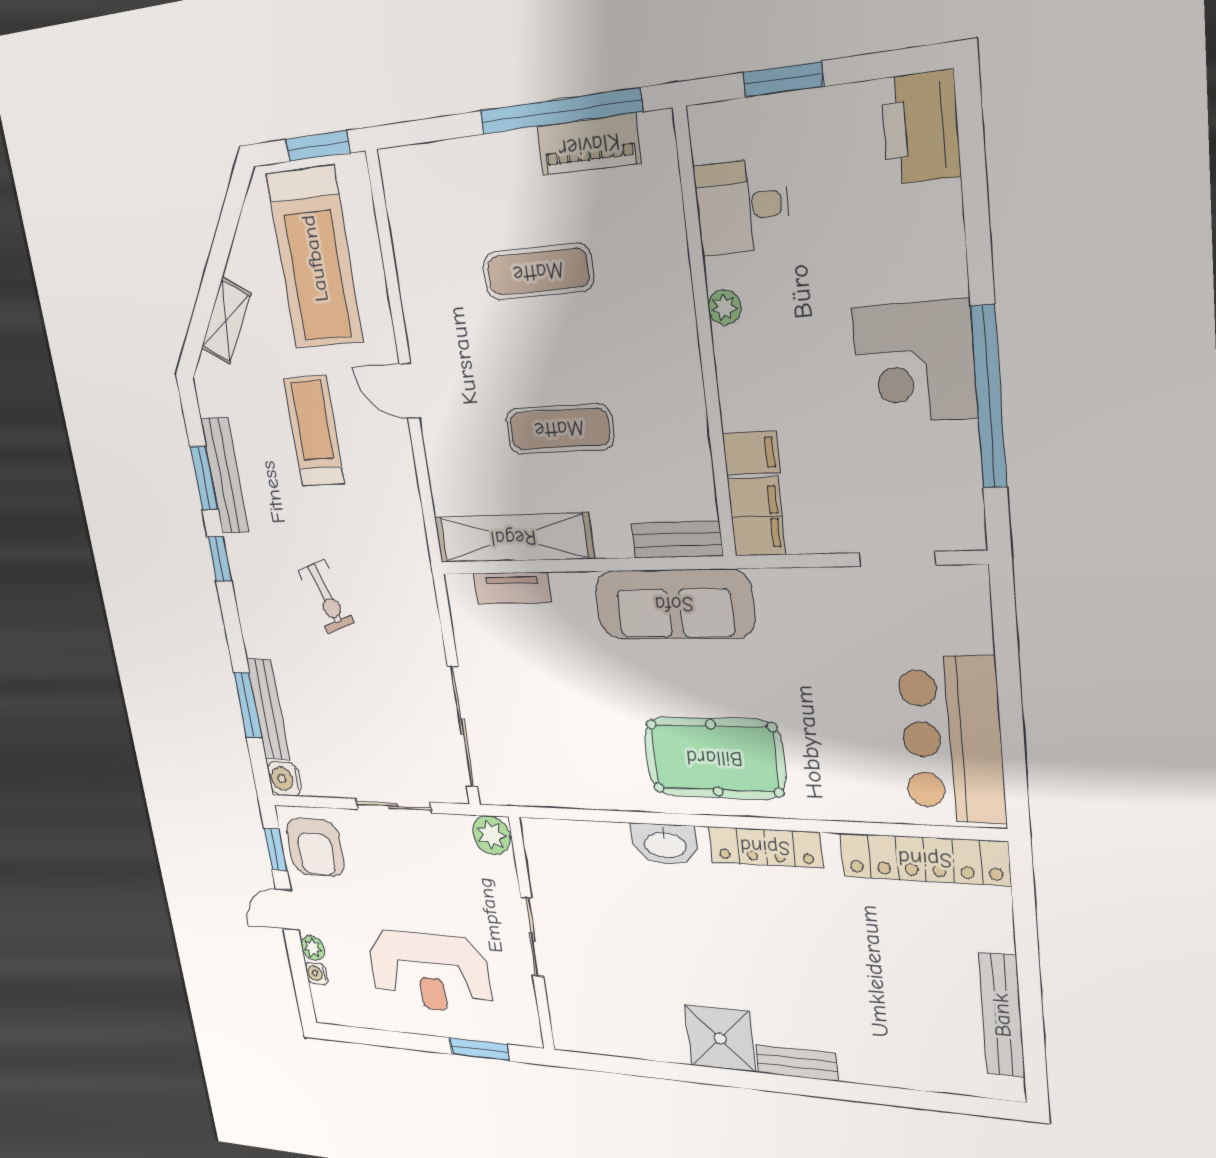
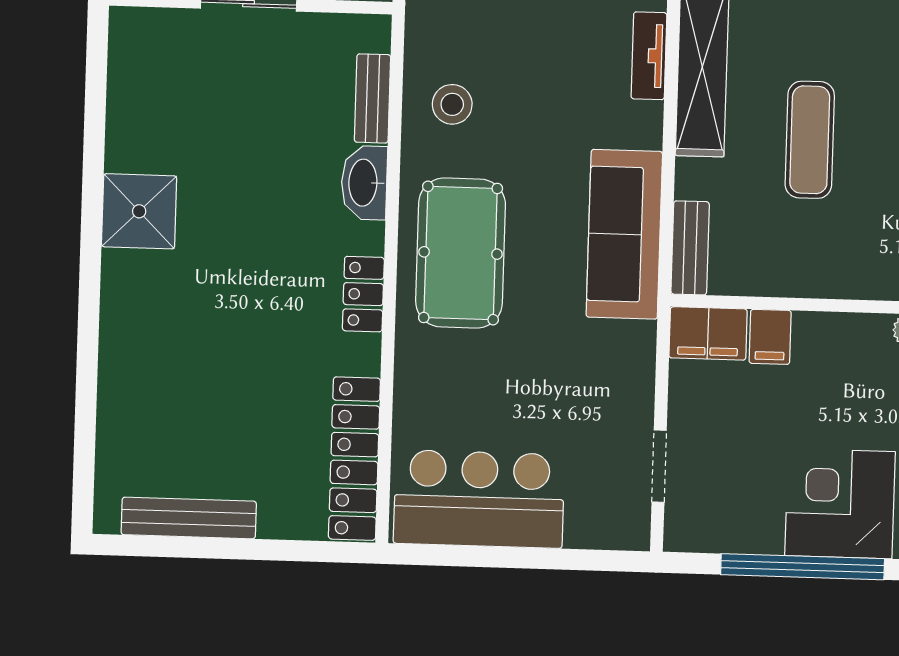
stool: (584, 765) -> (452, 104), added
locker: (765, 847) -> (363, 294), width x0.66
bench: (797, 1063) -> (372, 98), moved

